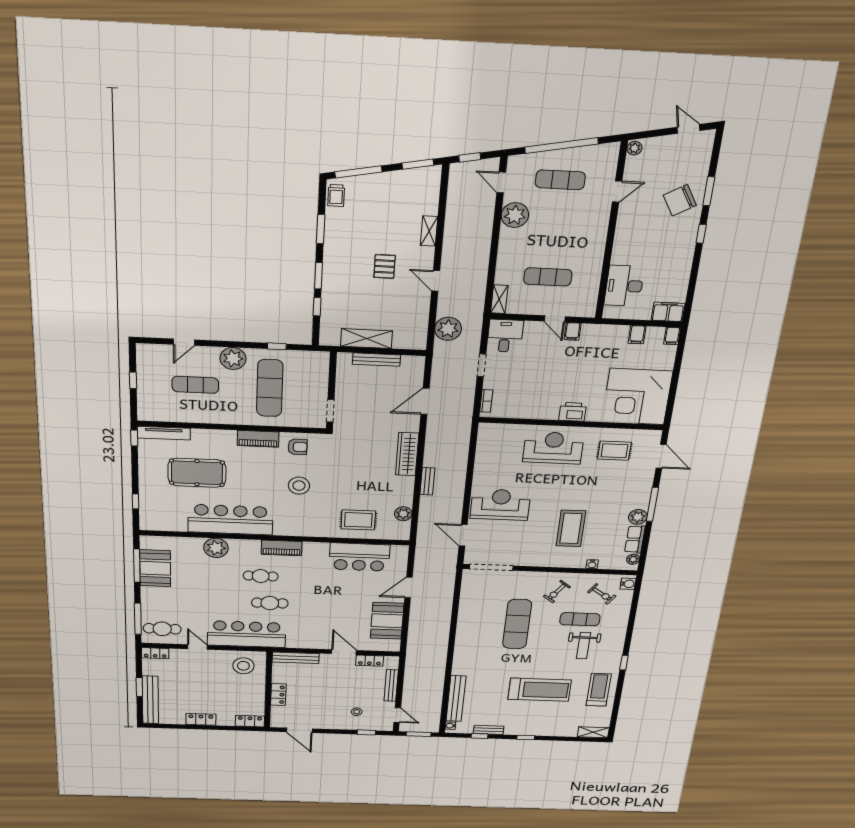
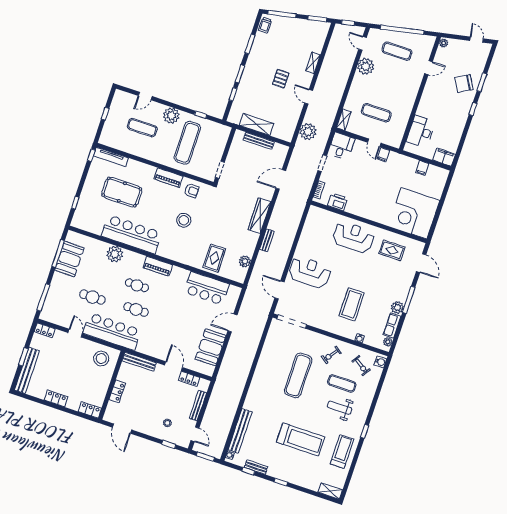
filing cabinet: (672, 336) -> (444, 175), removed
printer: (573, 412) -> (338, 202), moved
rug: (358, 520) -> (214, 258), turned 90
cafe table: (162, 629) -> (92, 297), moved
weight bench: (584, 646) -> (340, 408), turned 90

